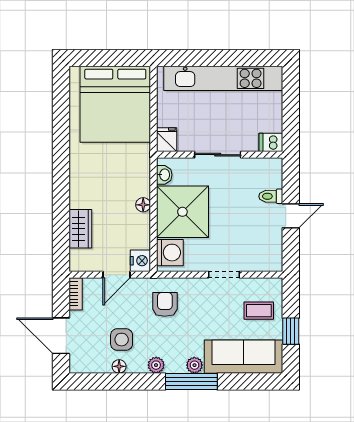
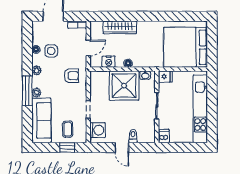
wardrobe: (80, 229) -> (120, 27), width x1.50
washing machine: (170, 253) -> (98, 130), moved, turned -90
nightstand: (140, 261) -> (109, 62), moved
door: (117, 275) -> (88, 48), swing flipped
window: (291, 331) -> (67, 147), moved

